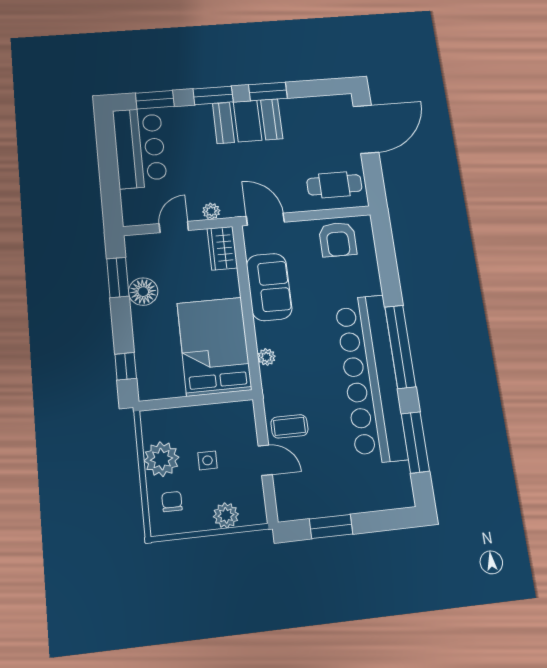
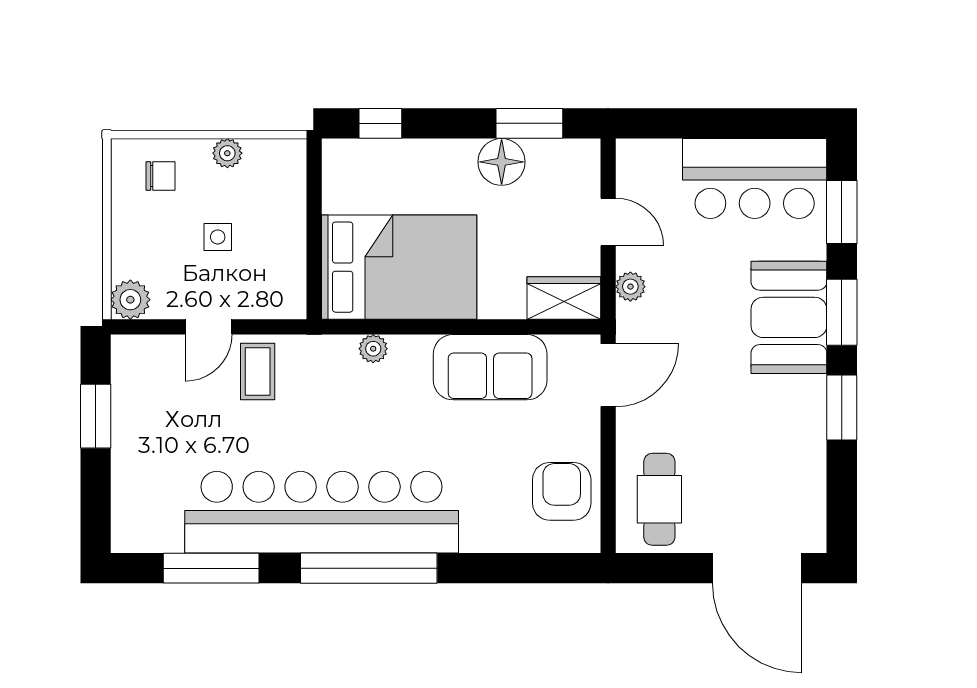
booth: (248, 121) -> (789, 317), moved
armchair: (338, 239) -> (562, 491), turned 90
plant: (161, 459) -> (227, 153), width x0.53, depth x0.53
plant: (226, 515) -> (130, 300), moved

